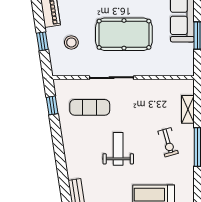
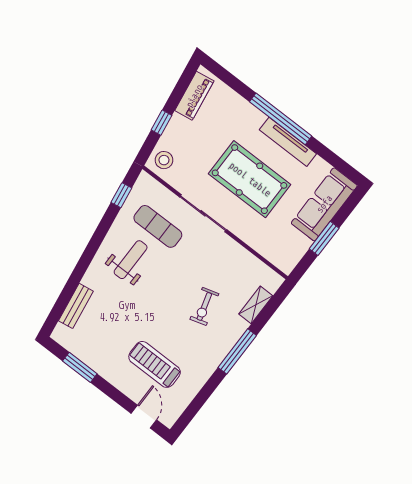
stool: (71, 42) -> (164, 160), moved
exercise bike: (168, 142) -> (204, 306), moved
weight bench: (118, 149) -> (131, 260), moved

